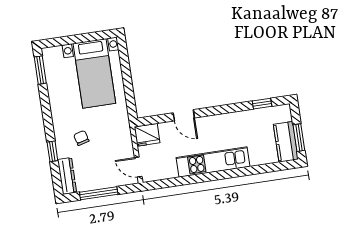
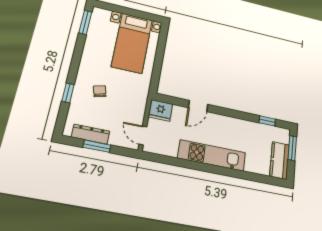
door: (184, 115) -> (198, 106), hinge flipped
window: (299, 138) -> (292, 148), moved
dresser: (67, 176) -> (91, 134), moved, turned -90
window: (99, 193) -> (97, 146), width x0.69

